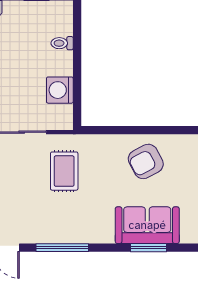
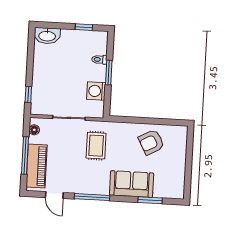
window: (77, 62) -> (109, 73), added
sofa: (147, 225) -> (132, 184), moved

